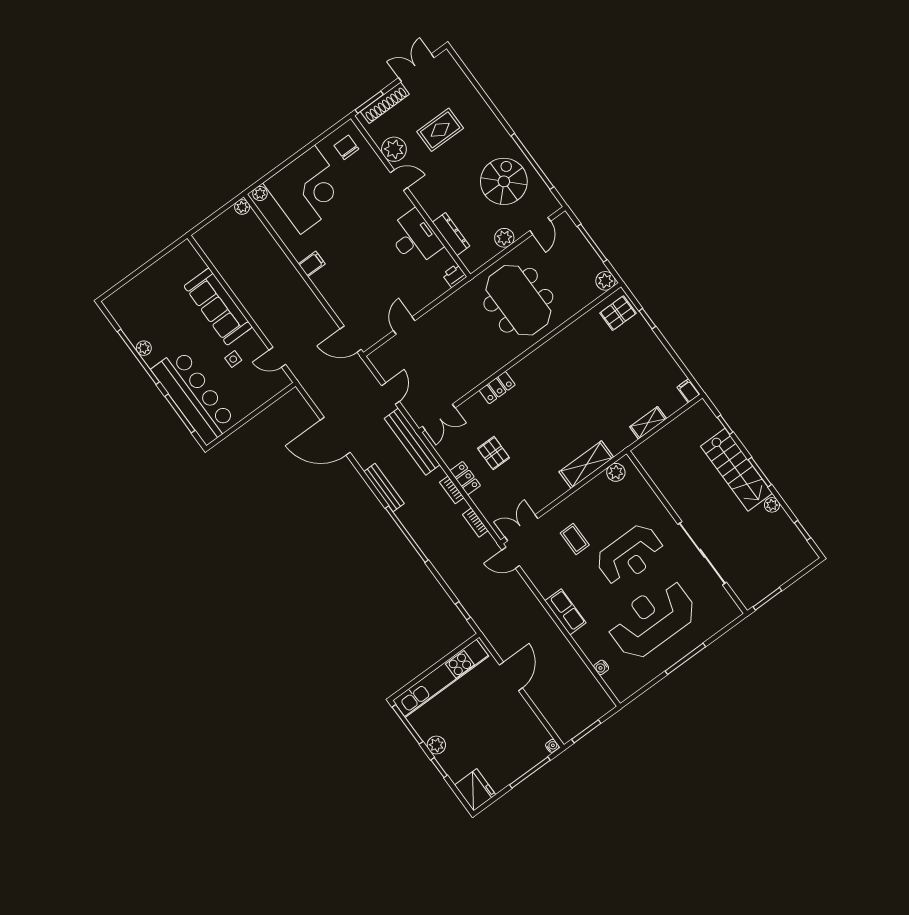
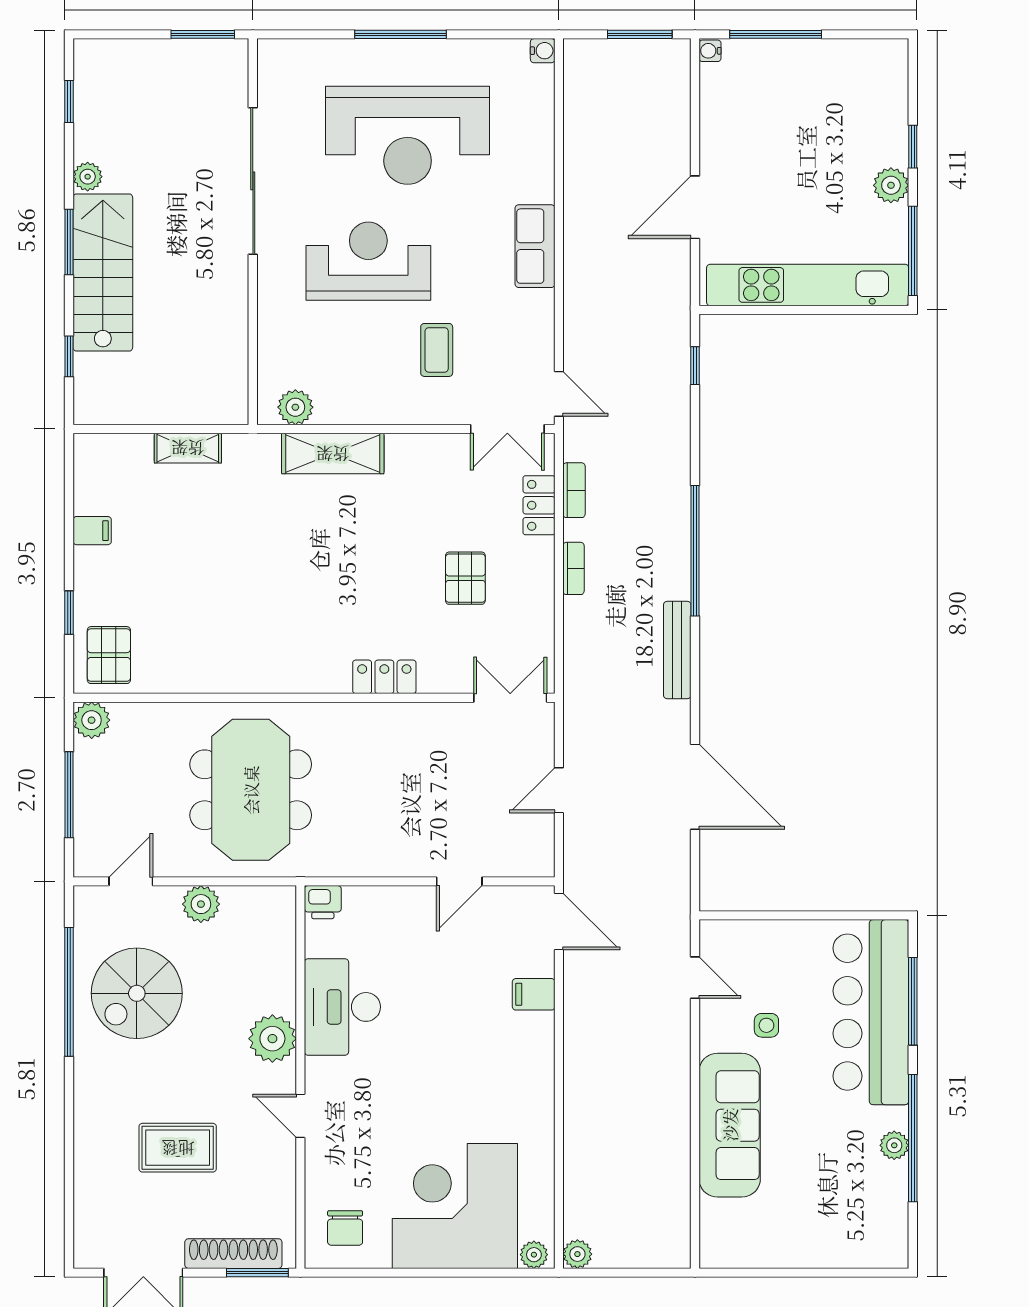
plant: (394, 149) -> (272, 1039), moved
dresser: (451, 234) -> (280, 971), removed
filing cabinet: (312, 264) -> (534, 994), moved
pallet: (618, 313) -> (109, 655), turned 90
filing cabinet: (688, 391) -> (92, 531), moved, turned -90
bench: (412, 442) -> (580, 690), removed
locker: (465, 478) -> (539, 505), moved
water cooler: (601, 667) -> (543, 51), moved
fridge: (475, 790) -> (882, 70), removed

